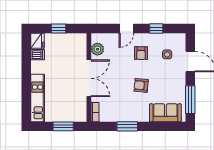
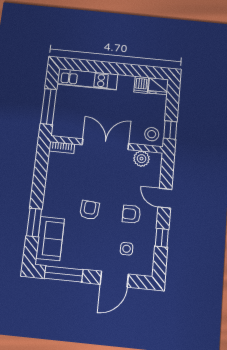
window: (58, 29) -> (170, 130), moved
stool: (77, 43) -> (152, 134), added
double door: (89, 78) -> (105, 144), swing flipped
window: (63, 126) -> (49, 106), width x1.44
window: (127, 126) -> (34, 222), moved

